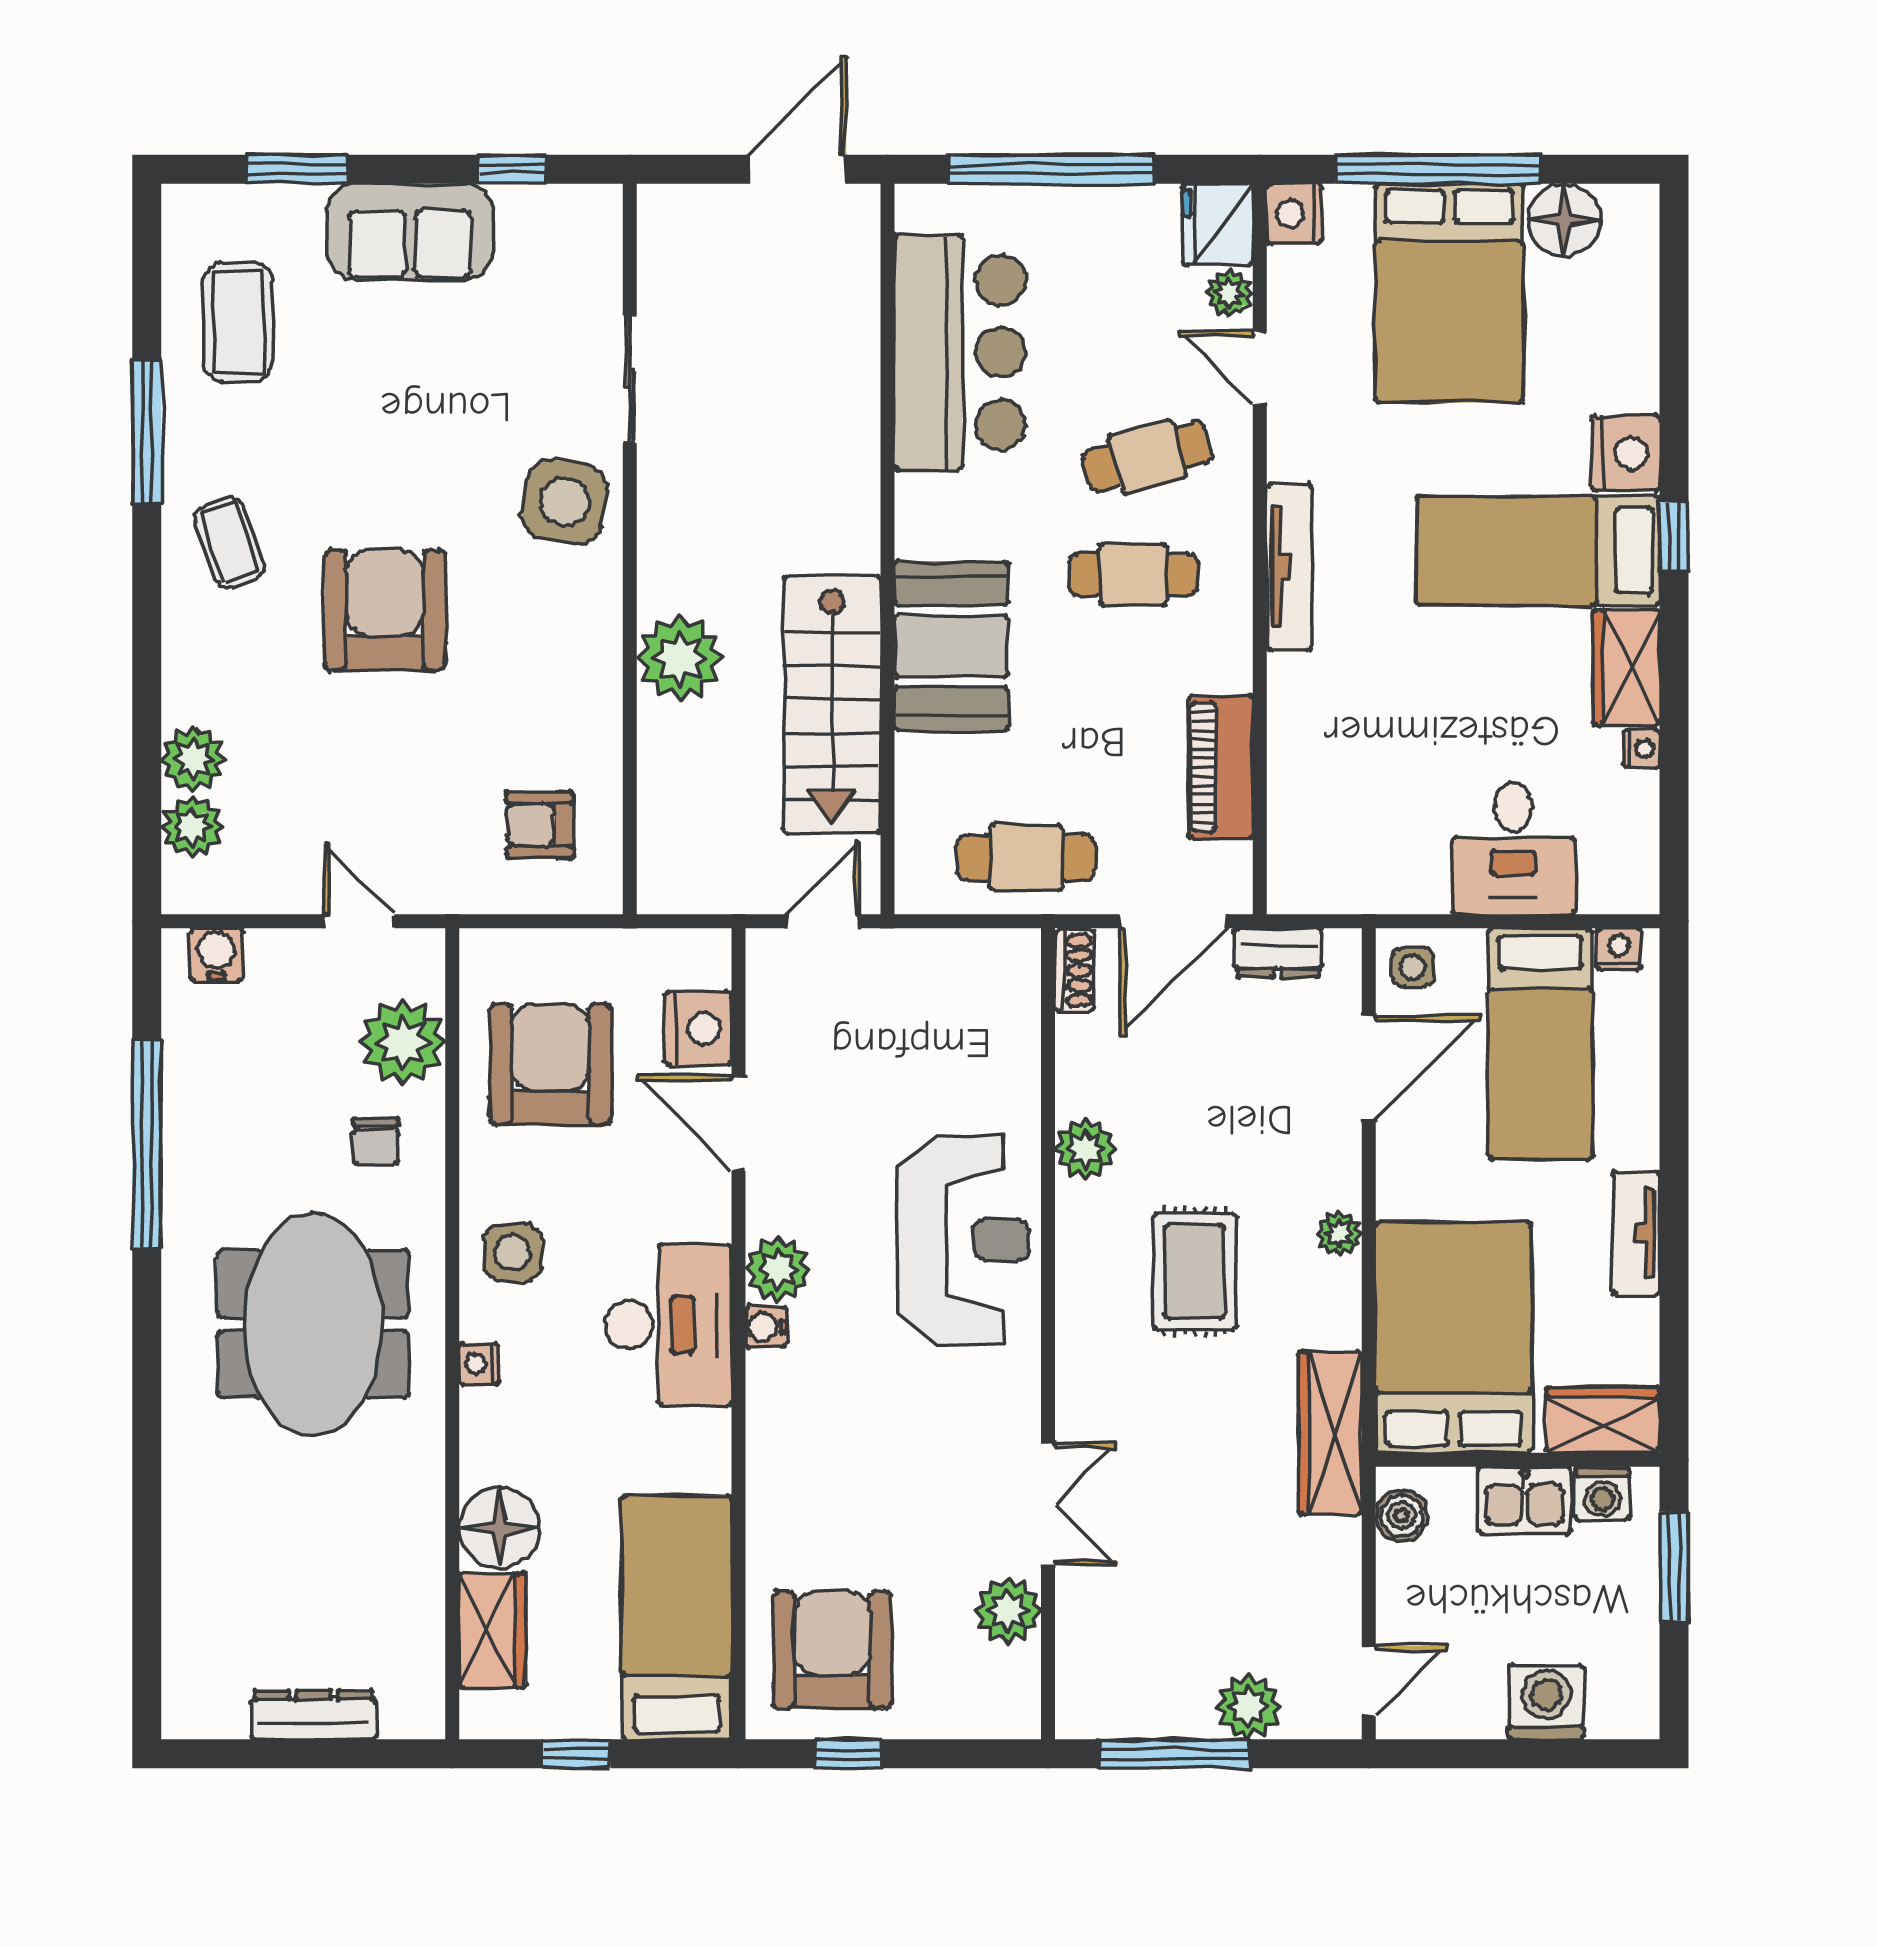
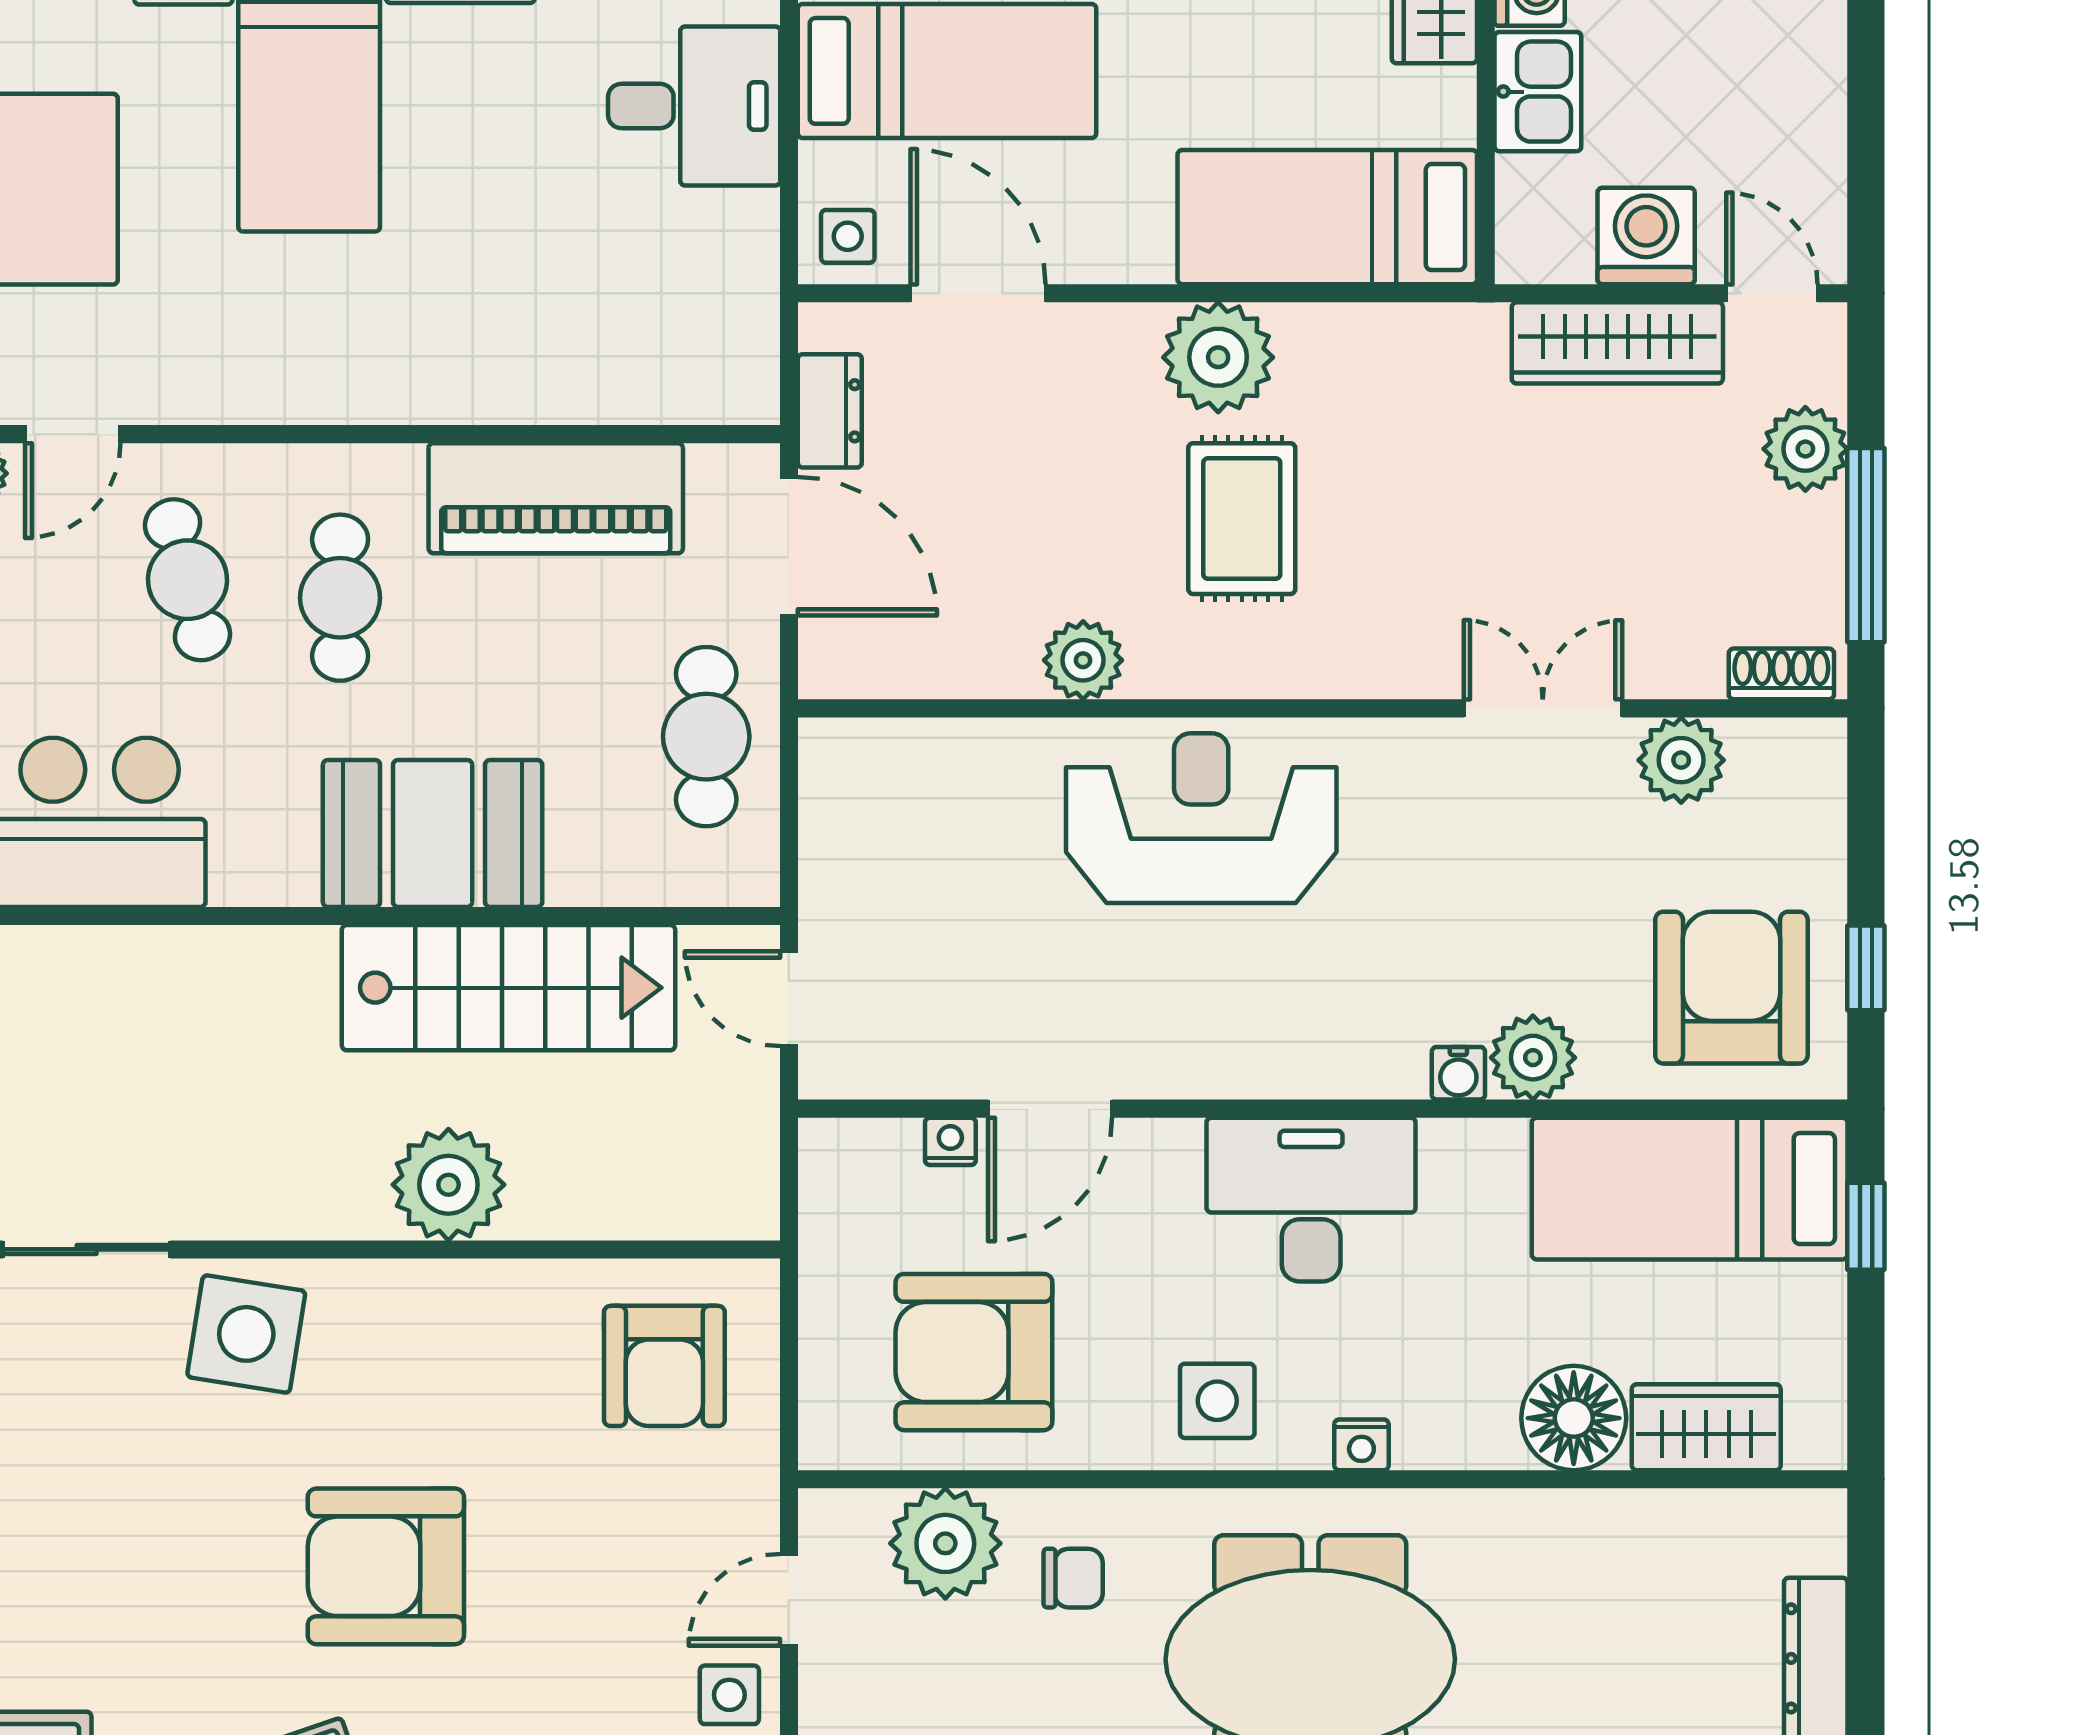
tv unit: (1289, 567) -> (330, 396), removed
piano: (1221, 767) -> (556, 498), width x1.37, depth x1.33
armchair: (540, 825) -> (664, 1366), width x1.38, depth x1.38
side table: (285, 875) -> (729, 1695), added
shoe rack: (1074, 970) -> (1781, 674), moved
nightstand: (699, 1029) -> (950, 1141), width x0.53, depth x0.56
plant: (1339, 1233) -> (1218, 357), width x1.88, depth x1.88
plant: (778, 1269) -> (1533, 1058), moved
rug: (1195, 1271) -> (1242, 519), turned 90
water cooler: (766, 1327) -> (1458, 1073), moved
bed: (1454, 1337) -> (1327, 217), width x0.67
wardrobe: (1330, 1433) -> (1617, 343), moved
boiler: (1402, 1516) -> (1558, 251), removed
armchair: (832, 1650) -> (1731, 988), turned 90
washing machine: (1546, 1702) -> (1646, 236), moved, turned 90
window: (577, 1754) -> (1866, 1226), moved

